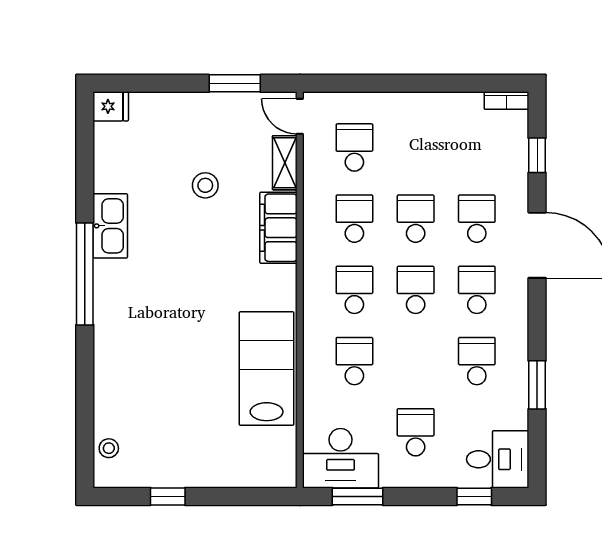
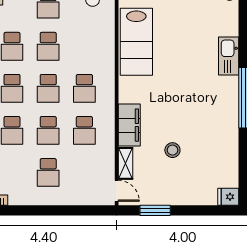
school desk: (354, 147) -> (48, 172), moved
kitchen sink: (110, 226) -> (229, 56), moved
school desk: (354, 361) -> (48, 46), moved

